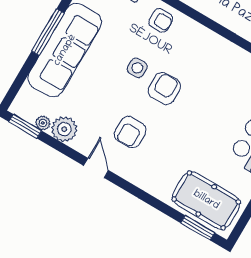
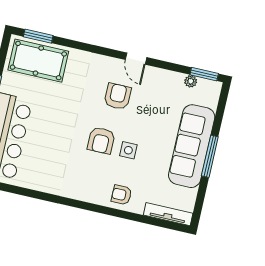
plant: (64, 129) -> (172, 82), removed

